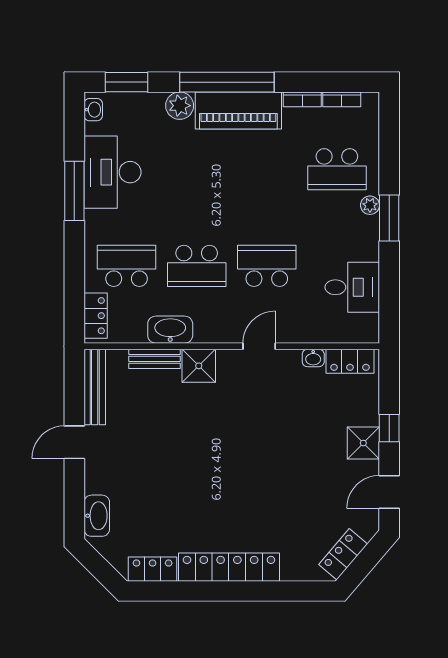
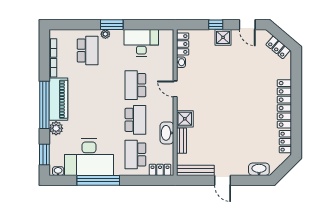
desk: (112, 172) -> (89, 157), width x1.36, depth x1.30
window: (74, 191) -> (98, 180), width x1.46
desk: (352, 287) -> (141, 43), width x1.37

